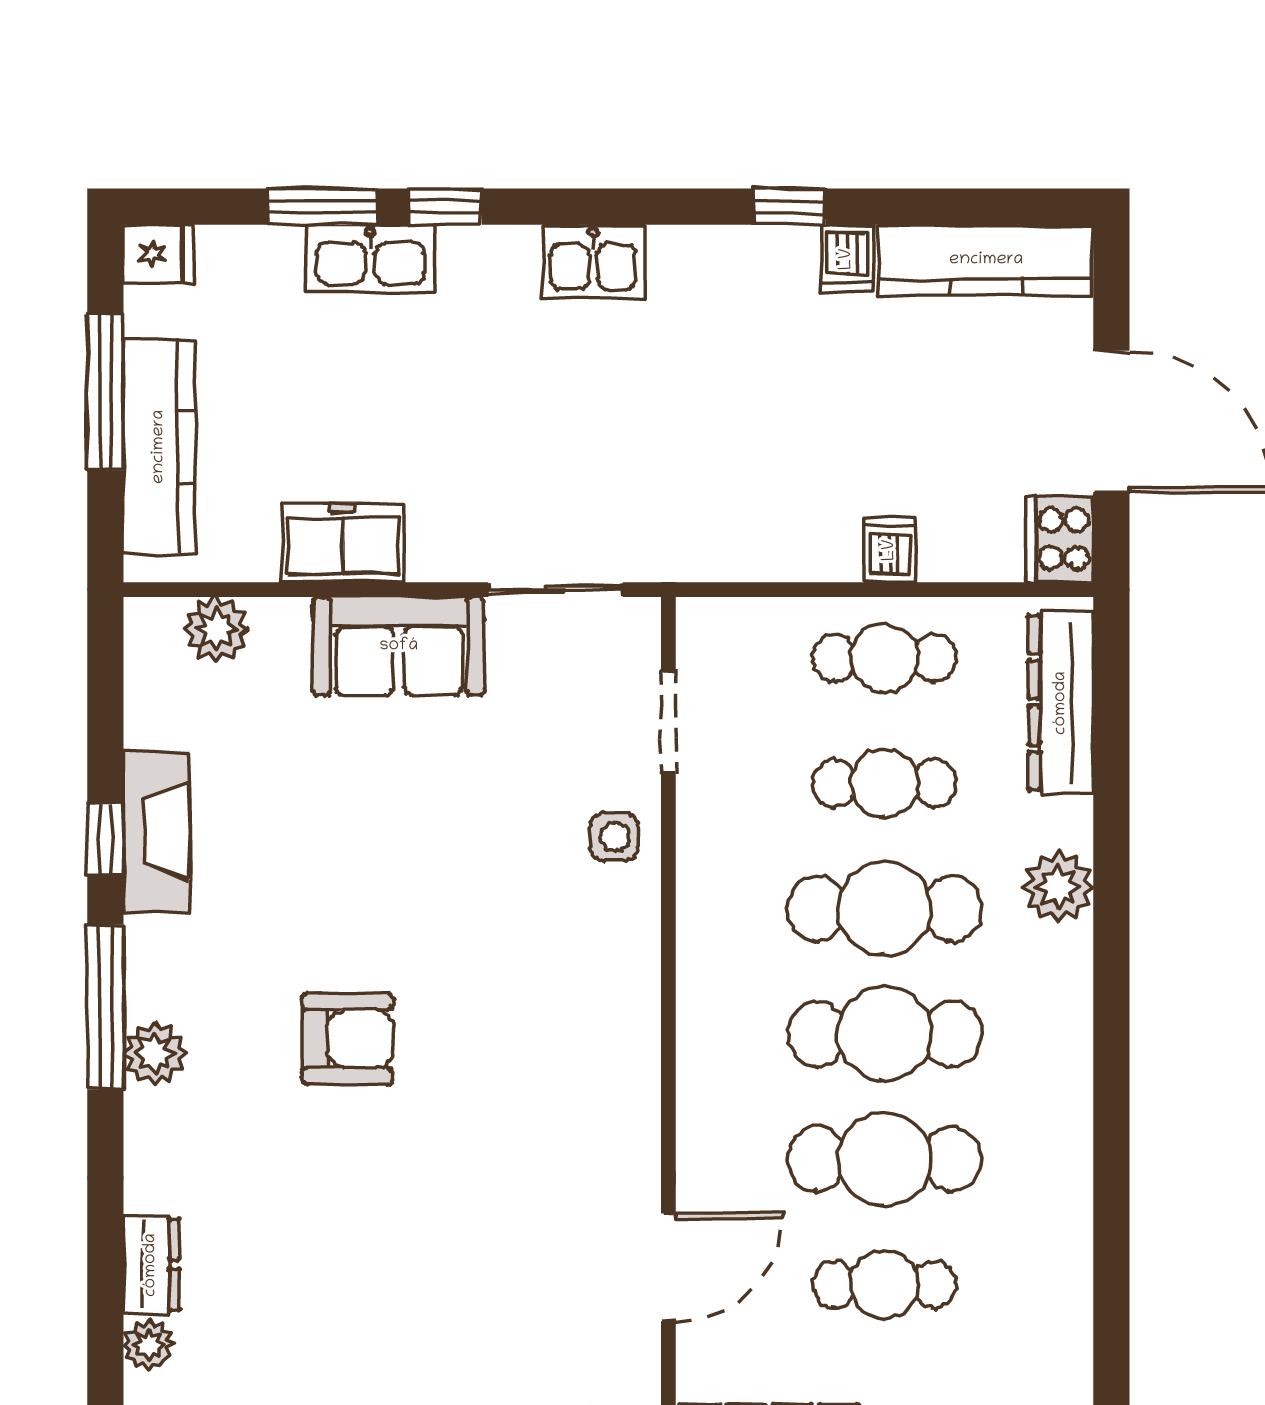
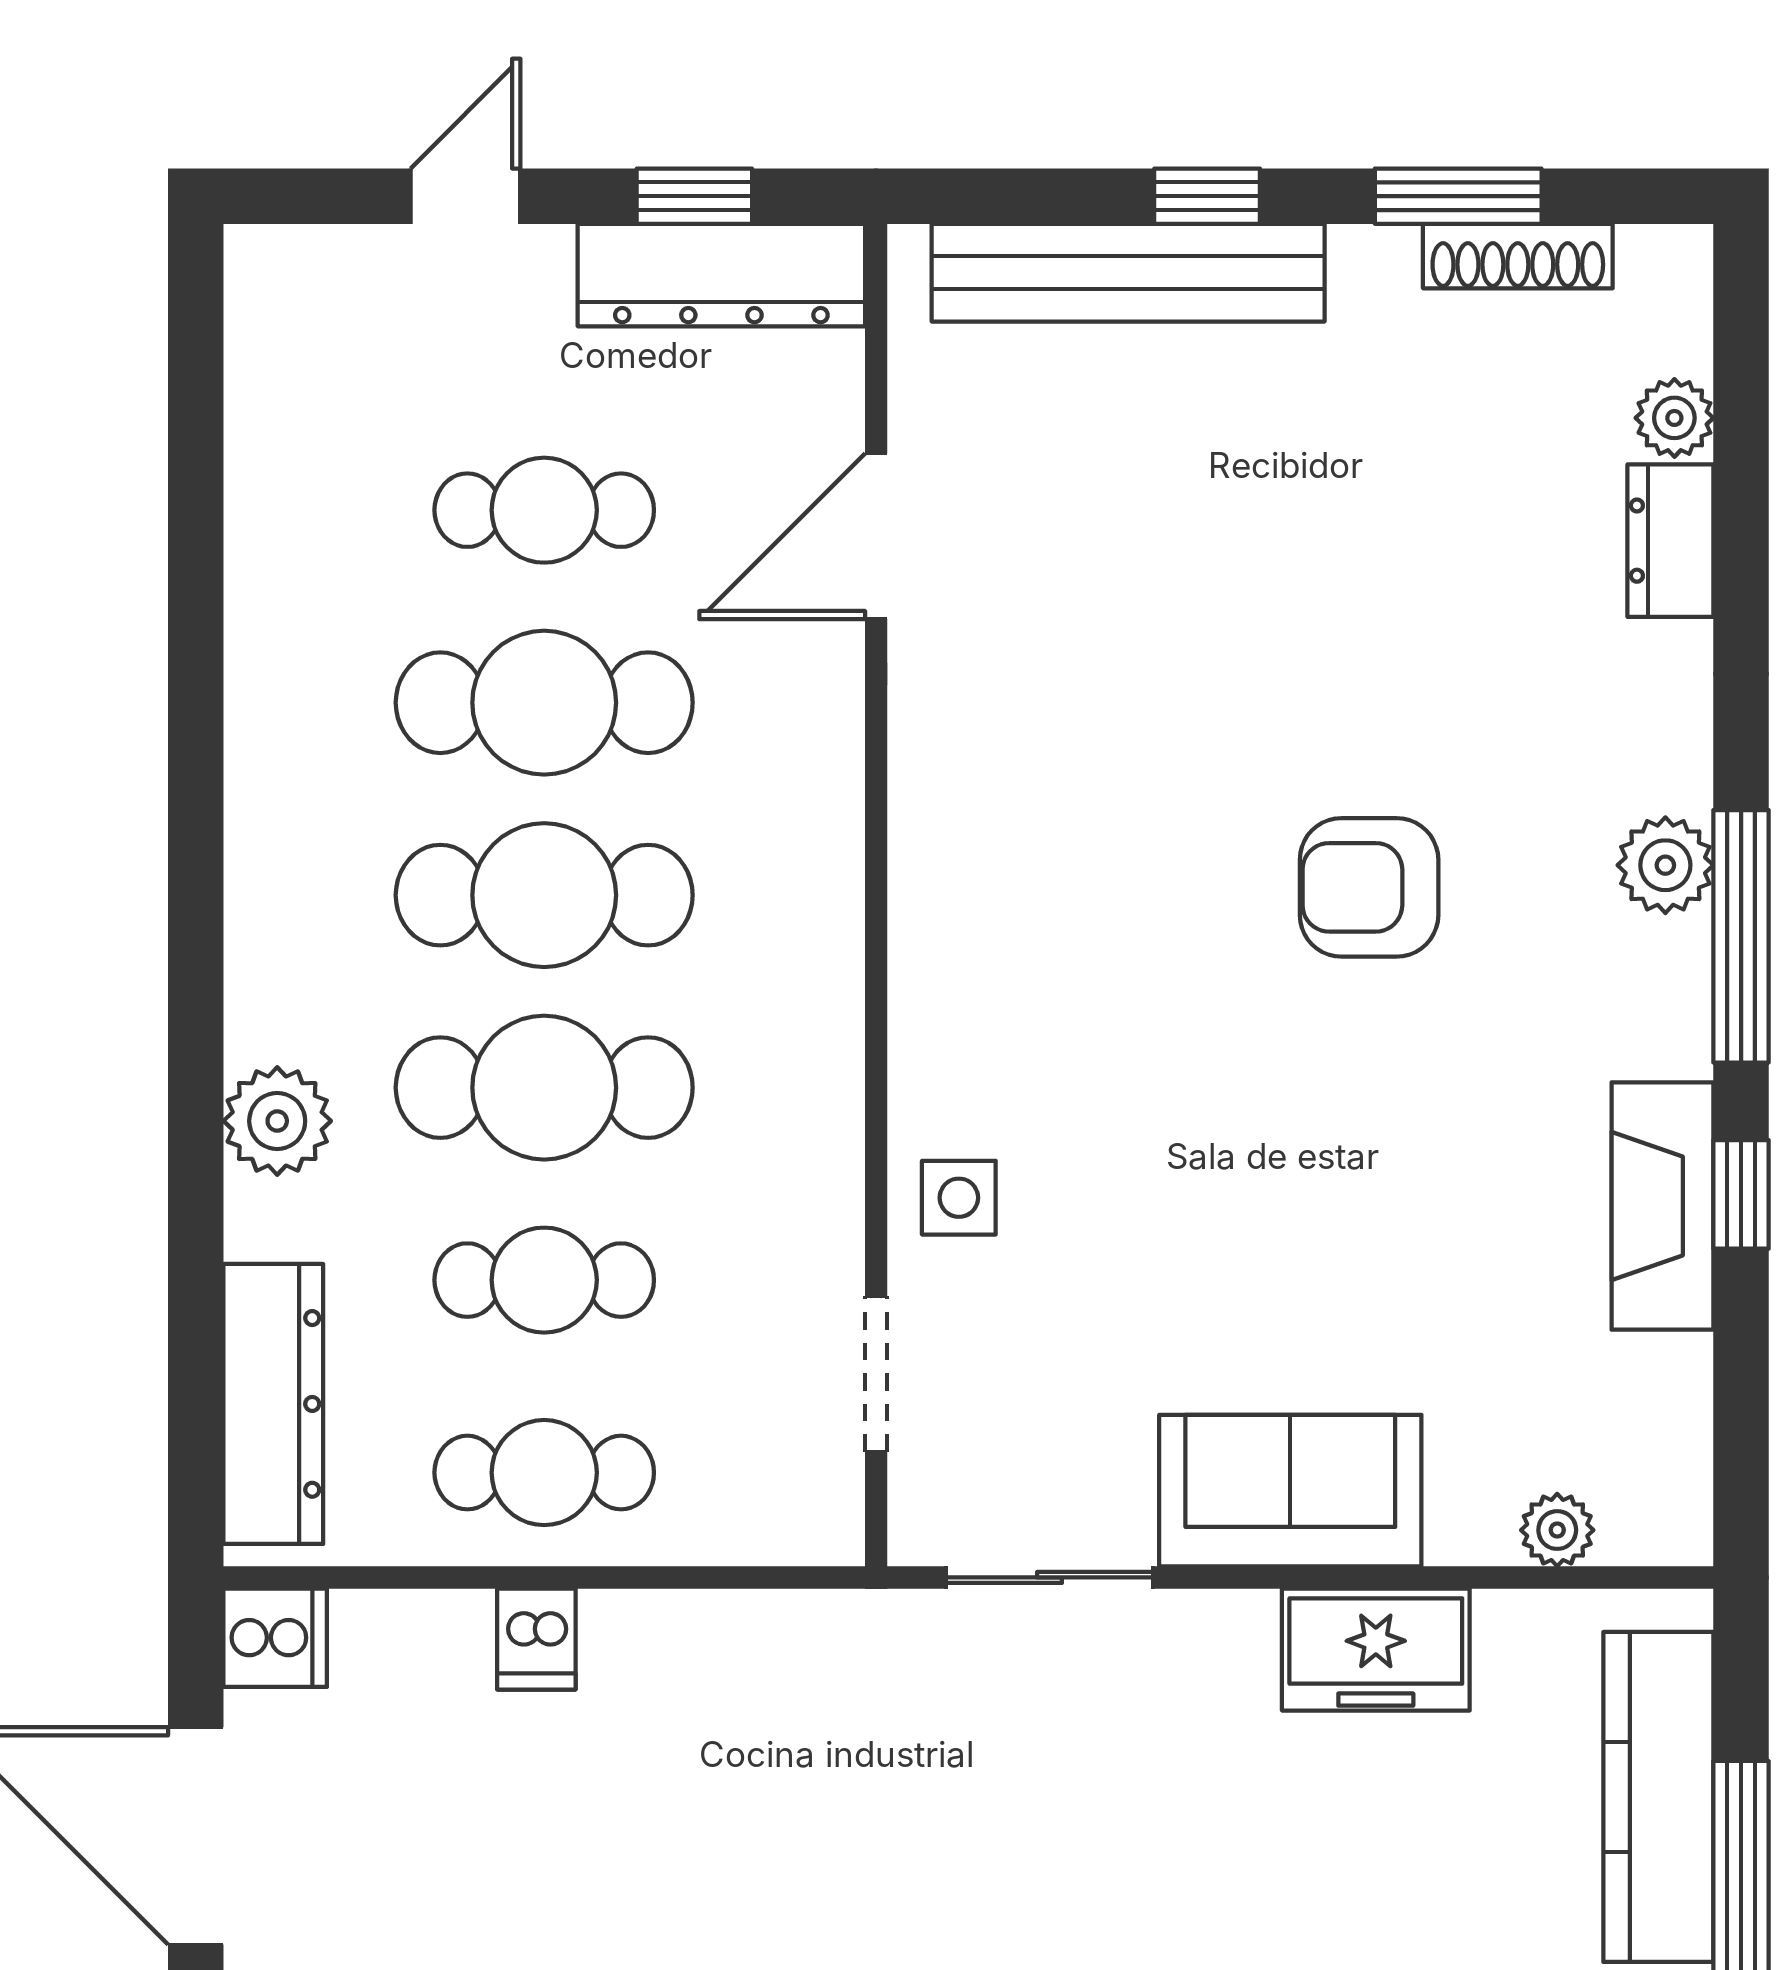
cooker: (1060, 539) -> (275, 1638), width x0.73
plant: (216, 629) -> (1557, 1530), width x0.73, depth x0.73

